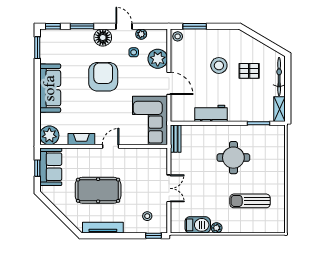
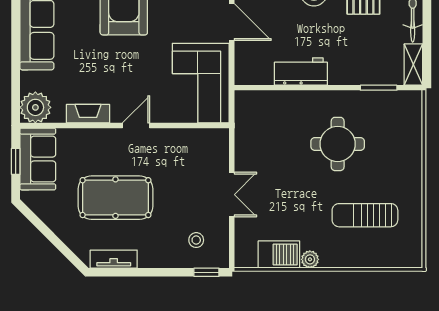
bench: (176, 139) -> (243, 113), removed
tv unit: (103, 228) -> (114, 259), width x0.71

